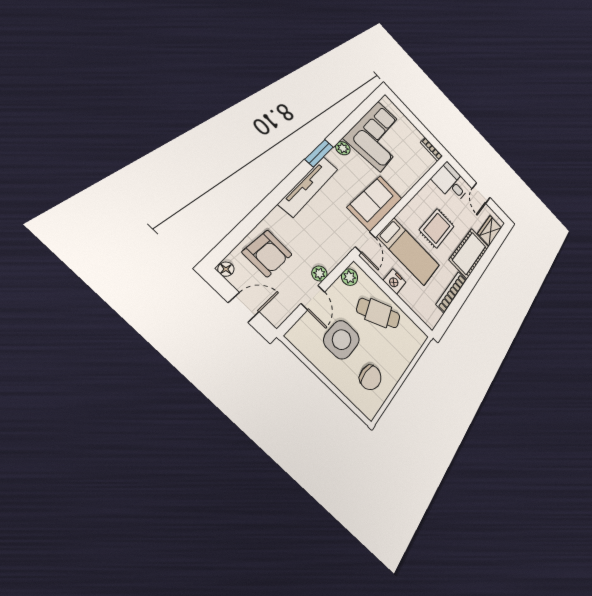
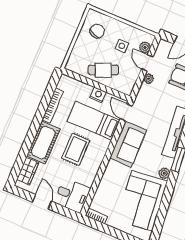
plant: (350, 277) -> (145, 47), moved
side table: (342, 340) -> (122, 46), width x0.54, depth x0.54
chair: (370, 377) -> (97, 31), turned 113

